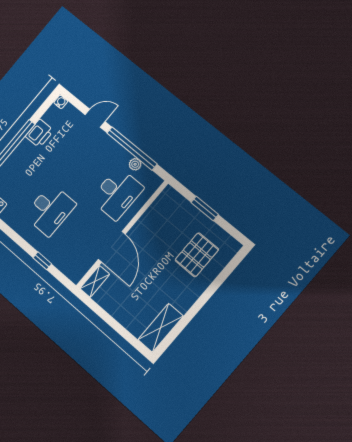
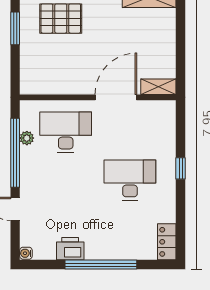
window: (205, 208) -> (15, 28), moved
window: (42, 261) -> (181, 168), moved

